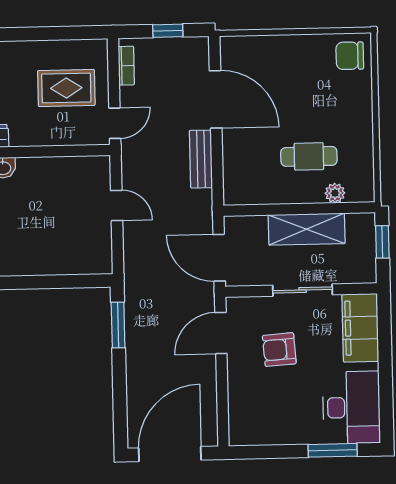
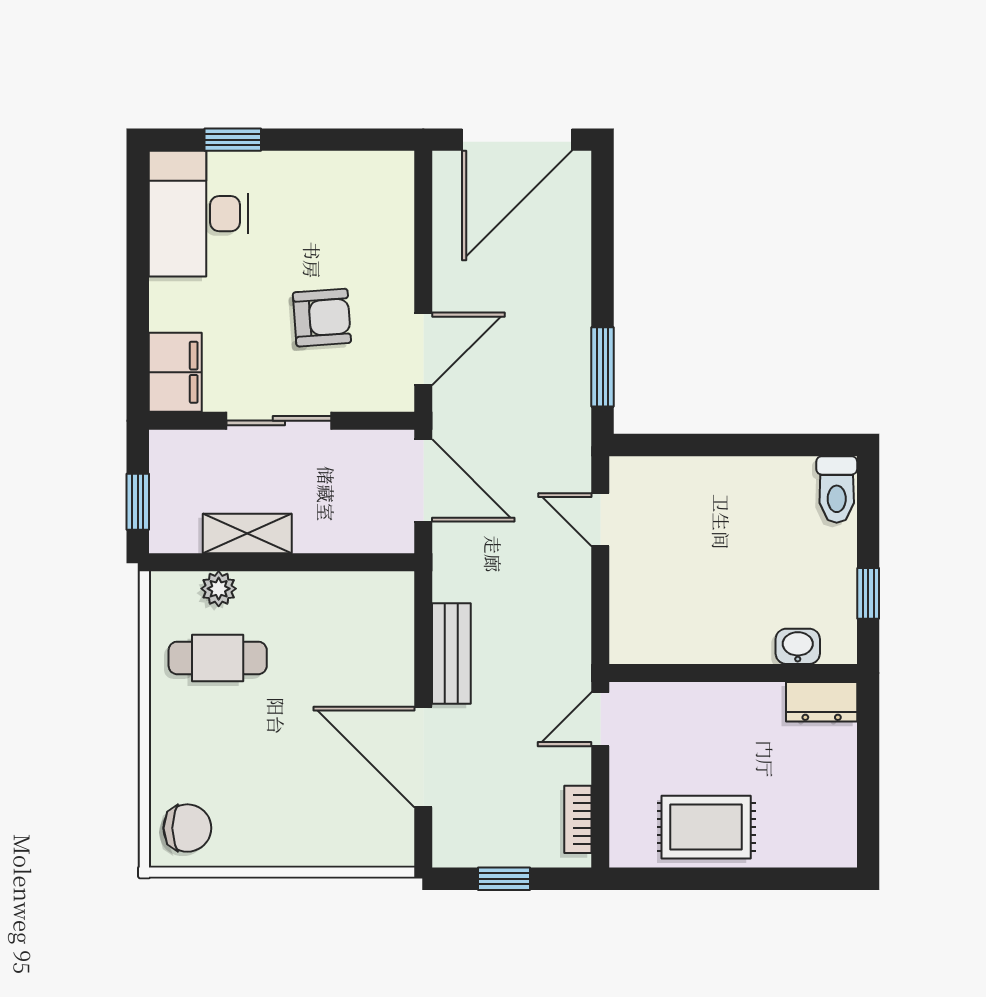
rug: (66, 88) -> (706, 827), moved
cafe table: (309, 156) -> (218, 658), moved
door: (117, 206) -> (600, 520), moved
shelving: (307, 229) -> (247, 533), width x0.67, depth x0.75
filing cabinet: (360, 328) -> (175, 372), width x0.67, depth x0.86
window: (333, 450) -> (233, 140), width x0.67

